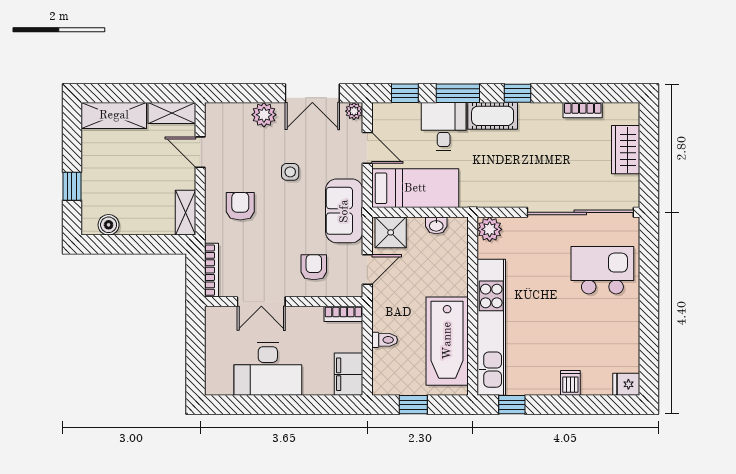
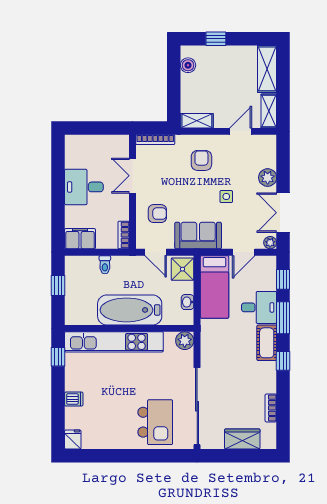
armchair: (240, 206) -> (201, 160), turned -90
bathtub: (447, 341) -> (130, 310), moved
desk: (268, 369) -> (84, 187), width x0.73

